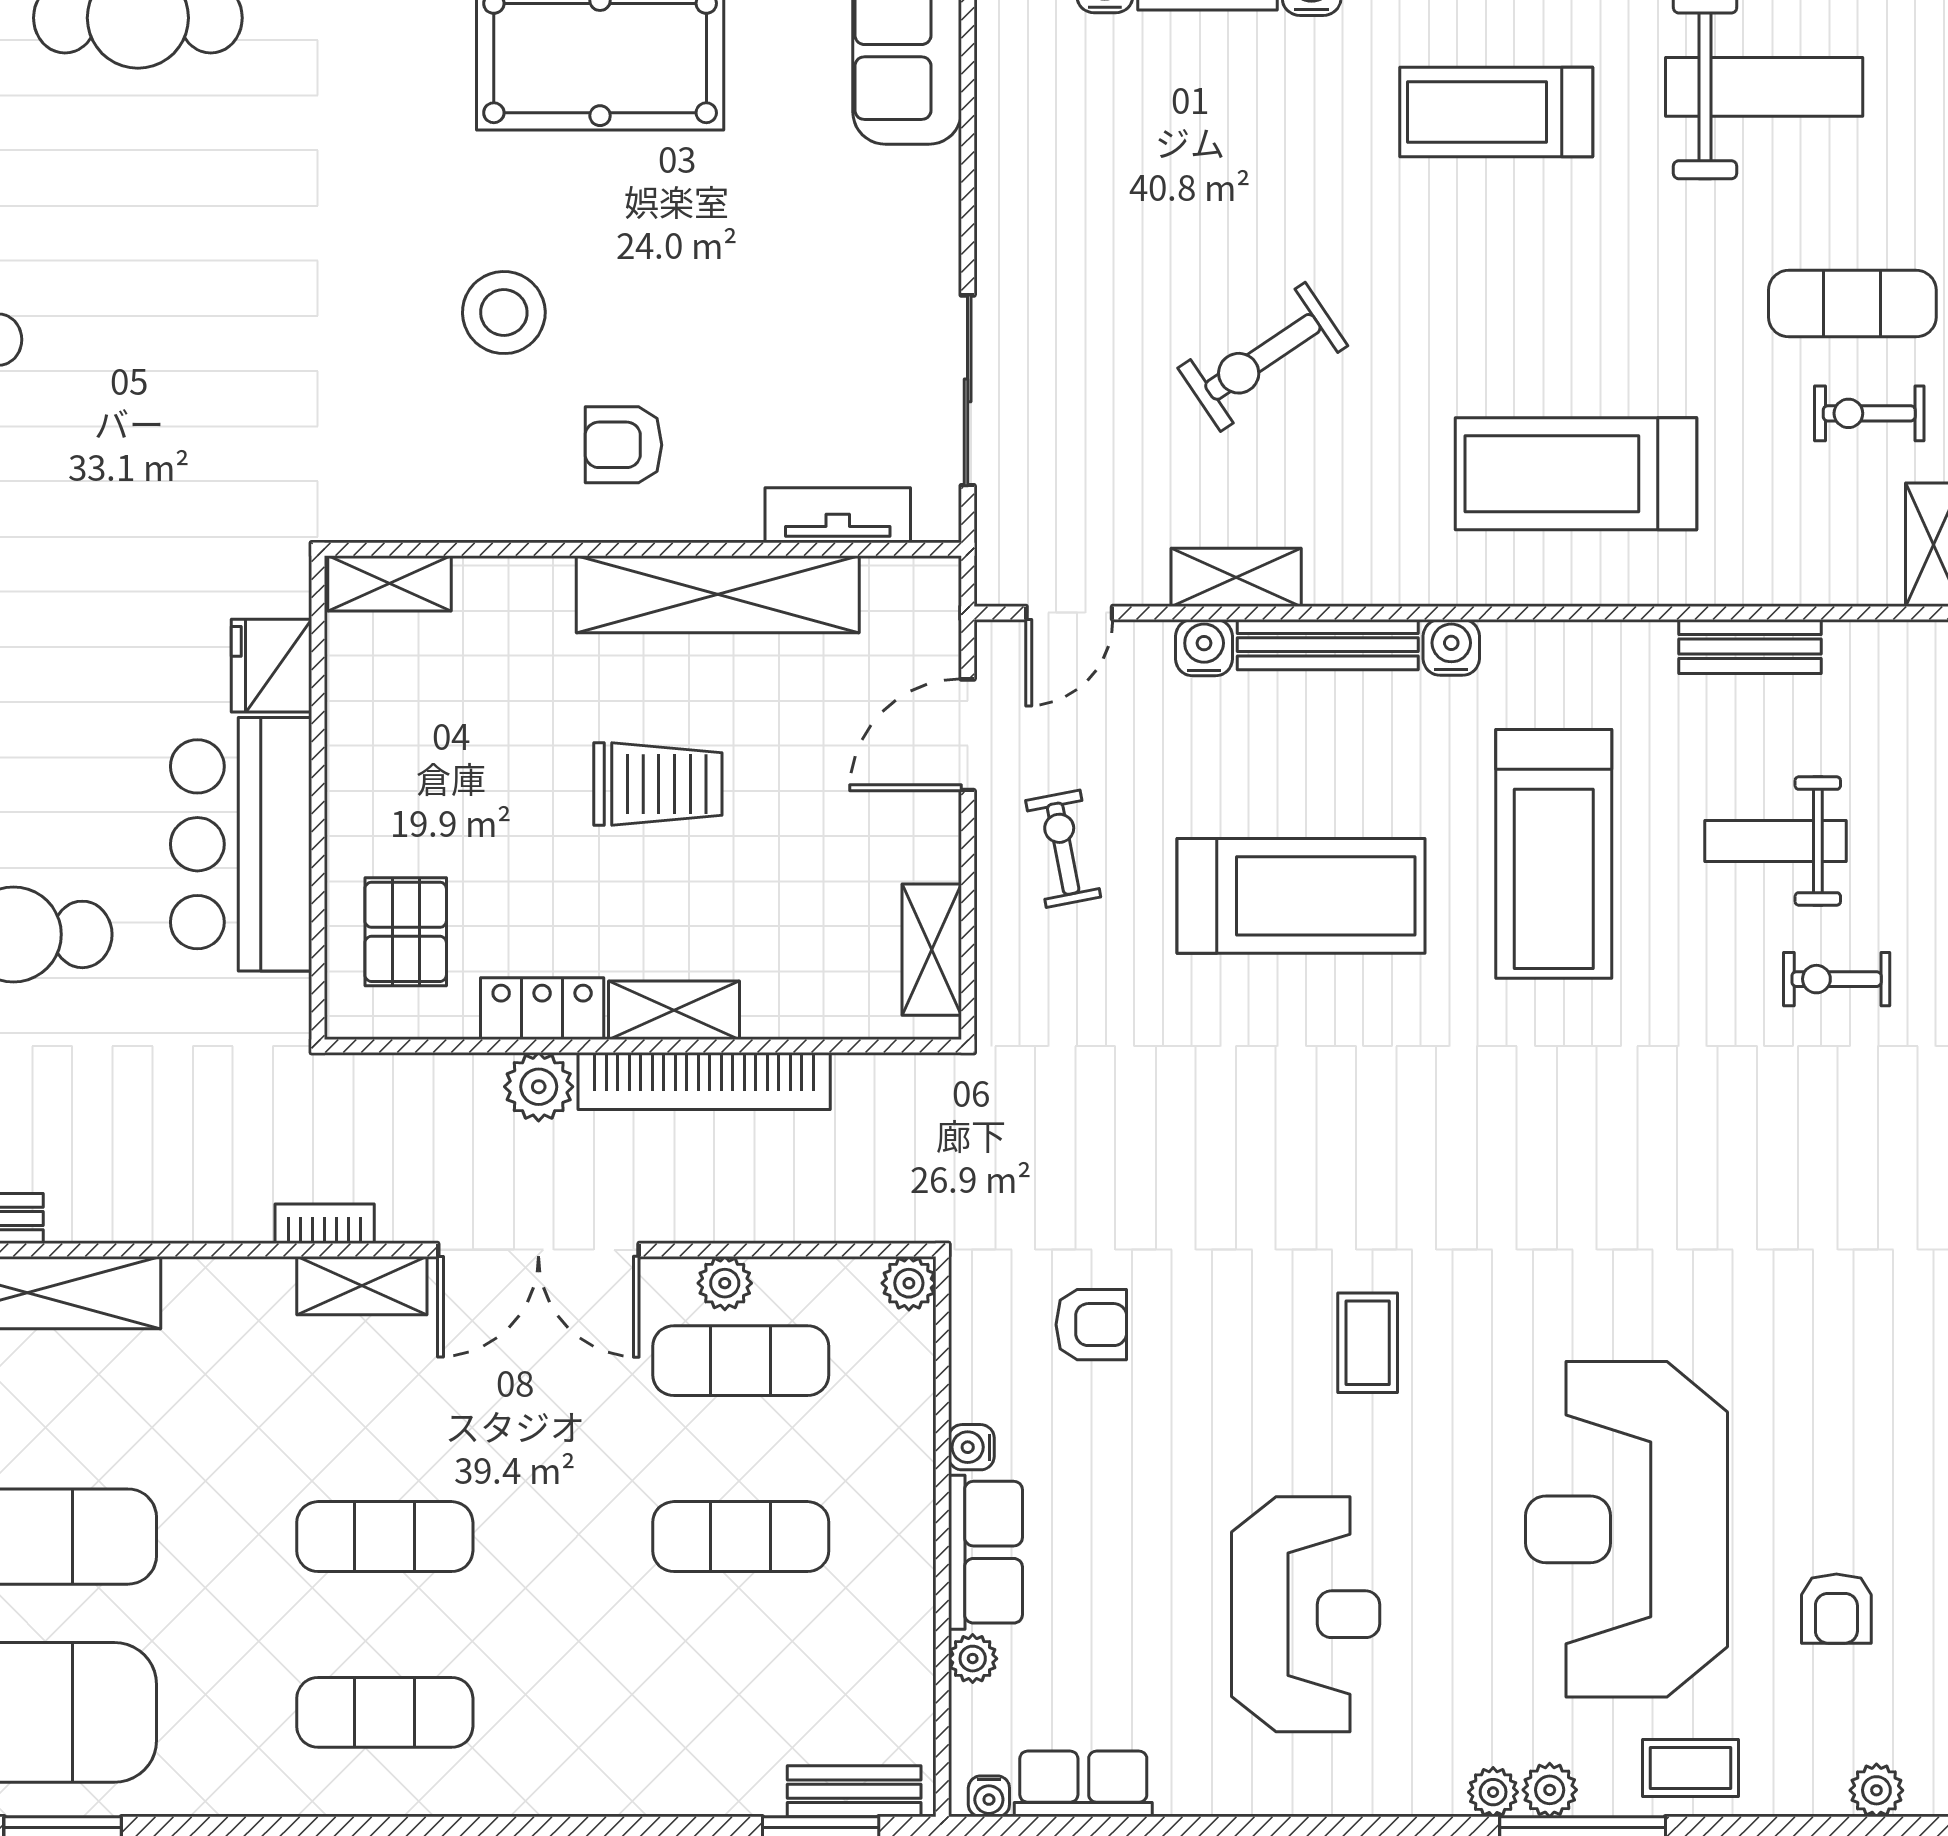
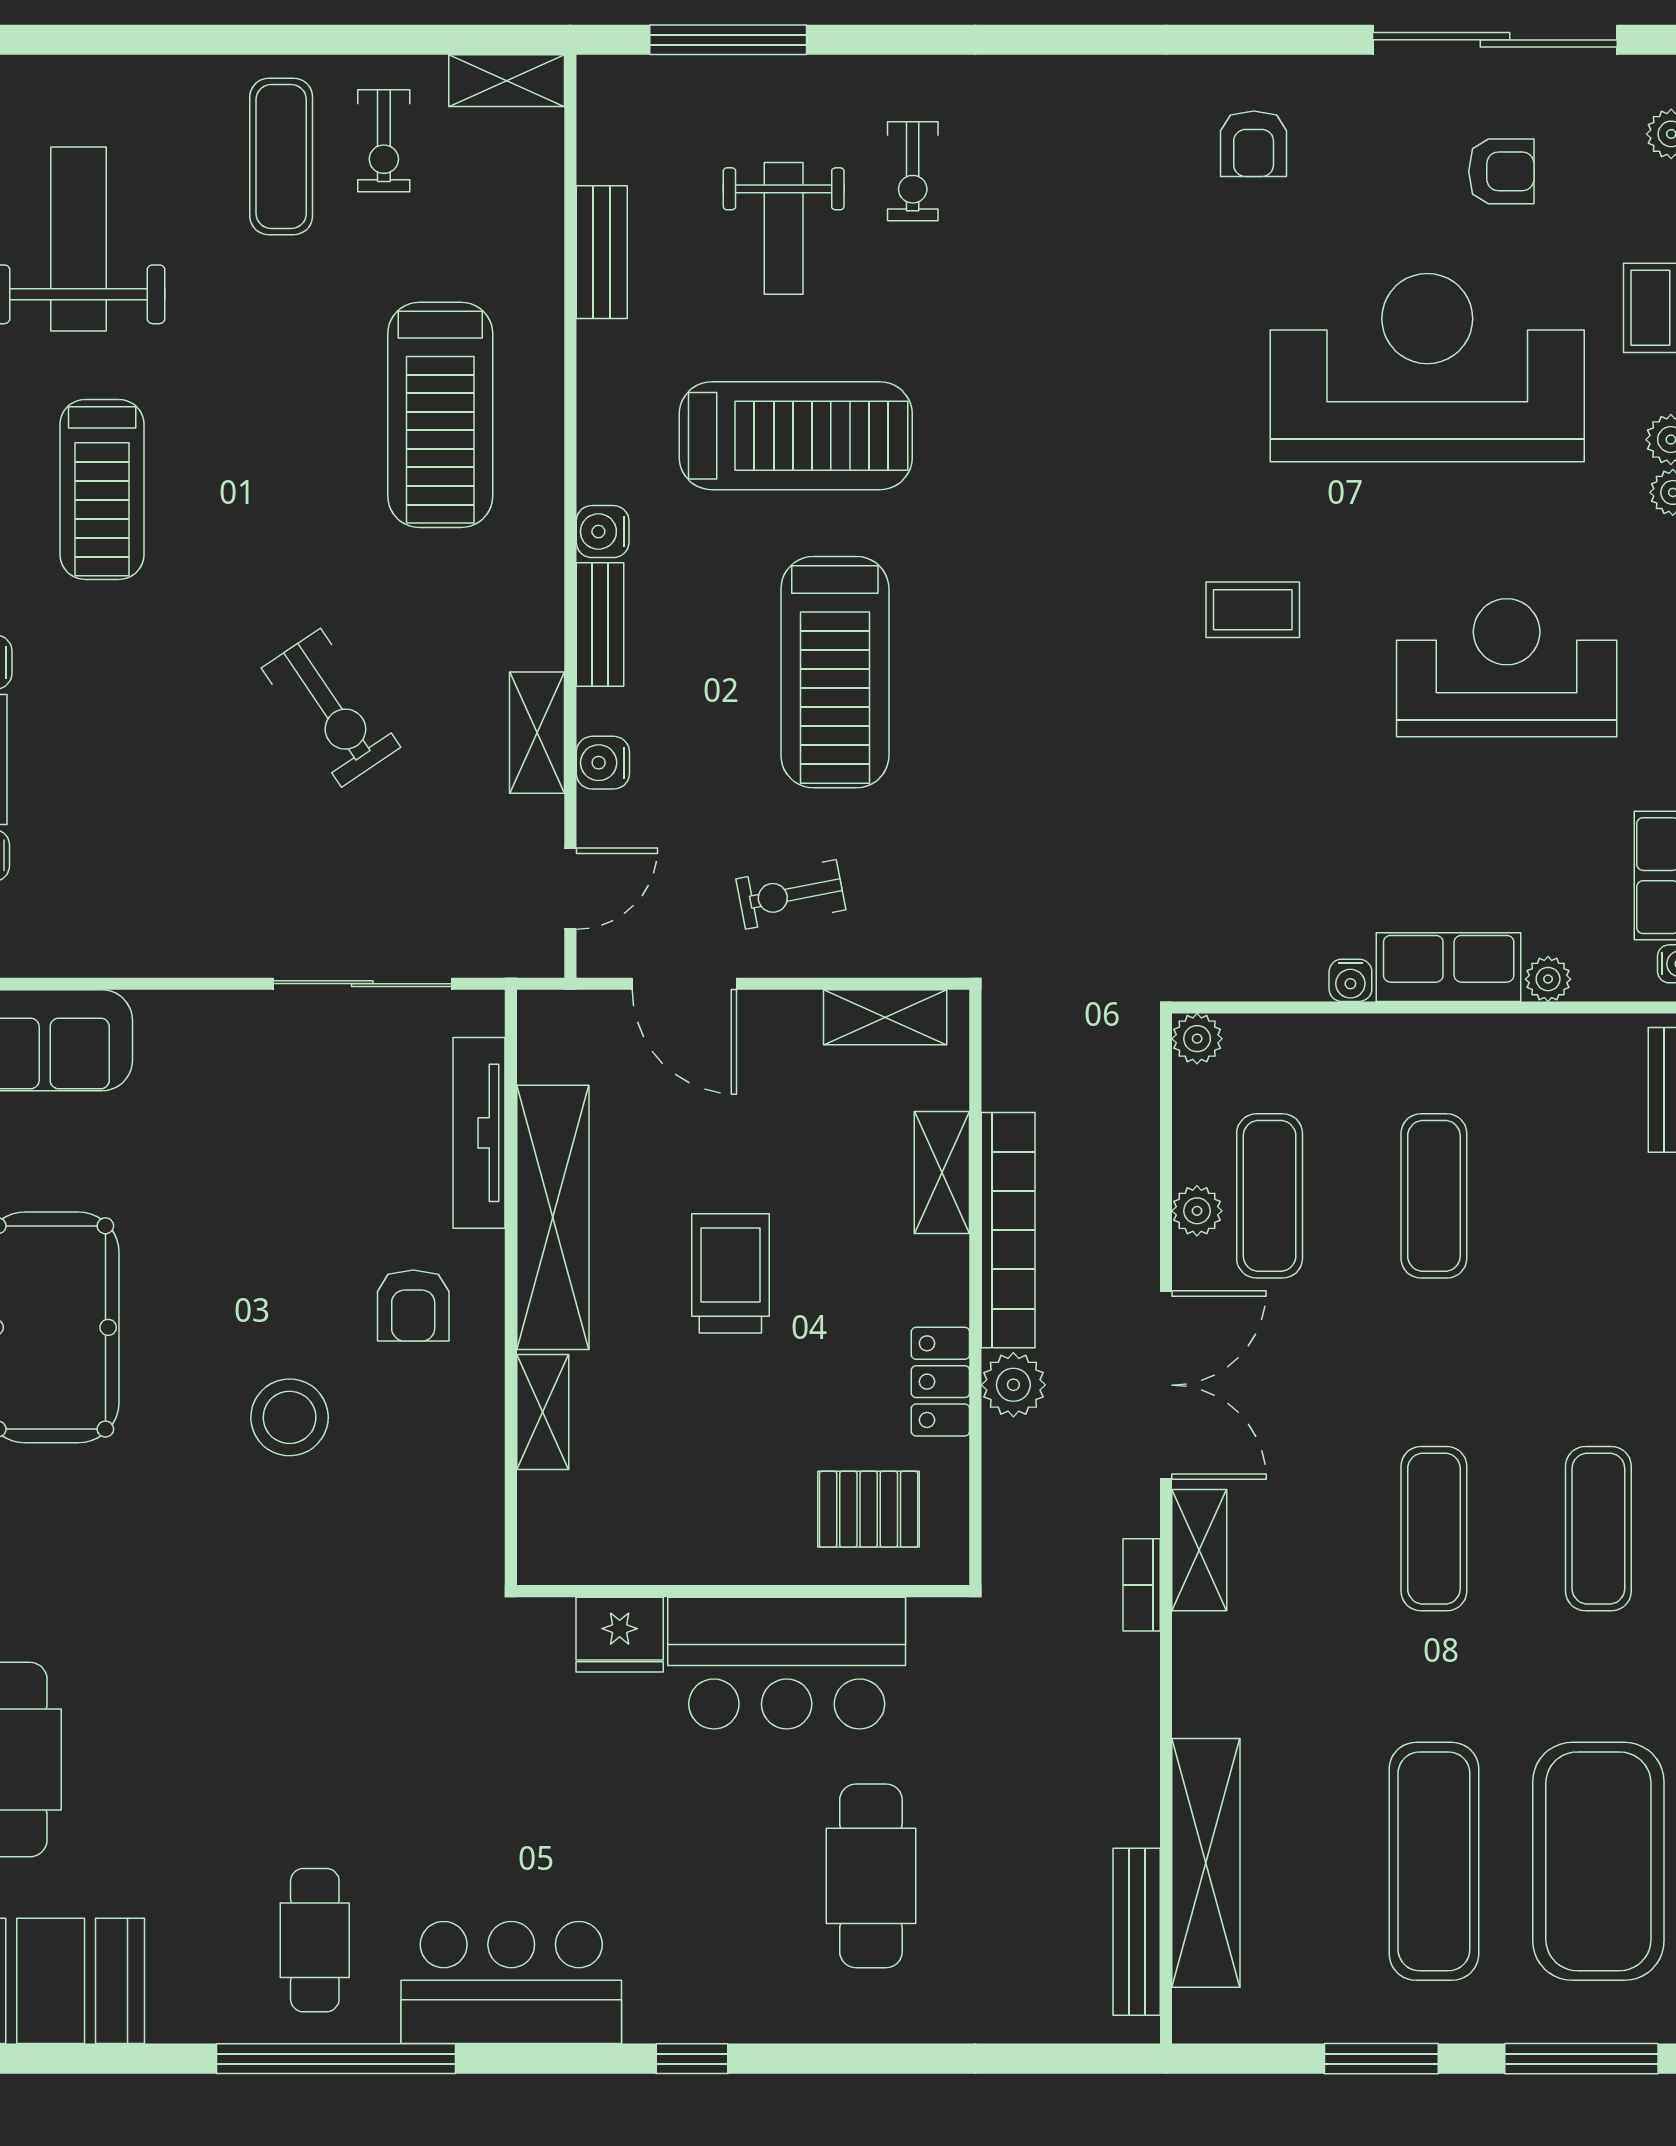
tv unit: (838, 515) -> (479, 1133), width x1.41
shelving: (390, 583) -> (543, 1412), moved
door: (1069, 613) -> (570, 889), hinge flipped
bench: (1328, 645) -> (600, 624), width x0.73
treadmill: (1301, 896) -> (835, 672), turned 180
shelving: (674, 1010) -> (942, 1172), moved
armchair: (1091, 1325) -> (1254, 144), moved, turned 180
reception desk: (1627, 1529) -> (1427, 368), turned 180

